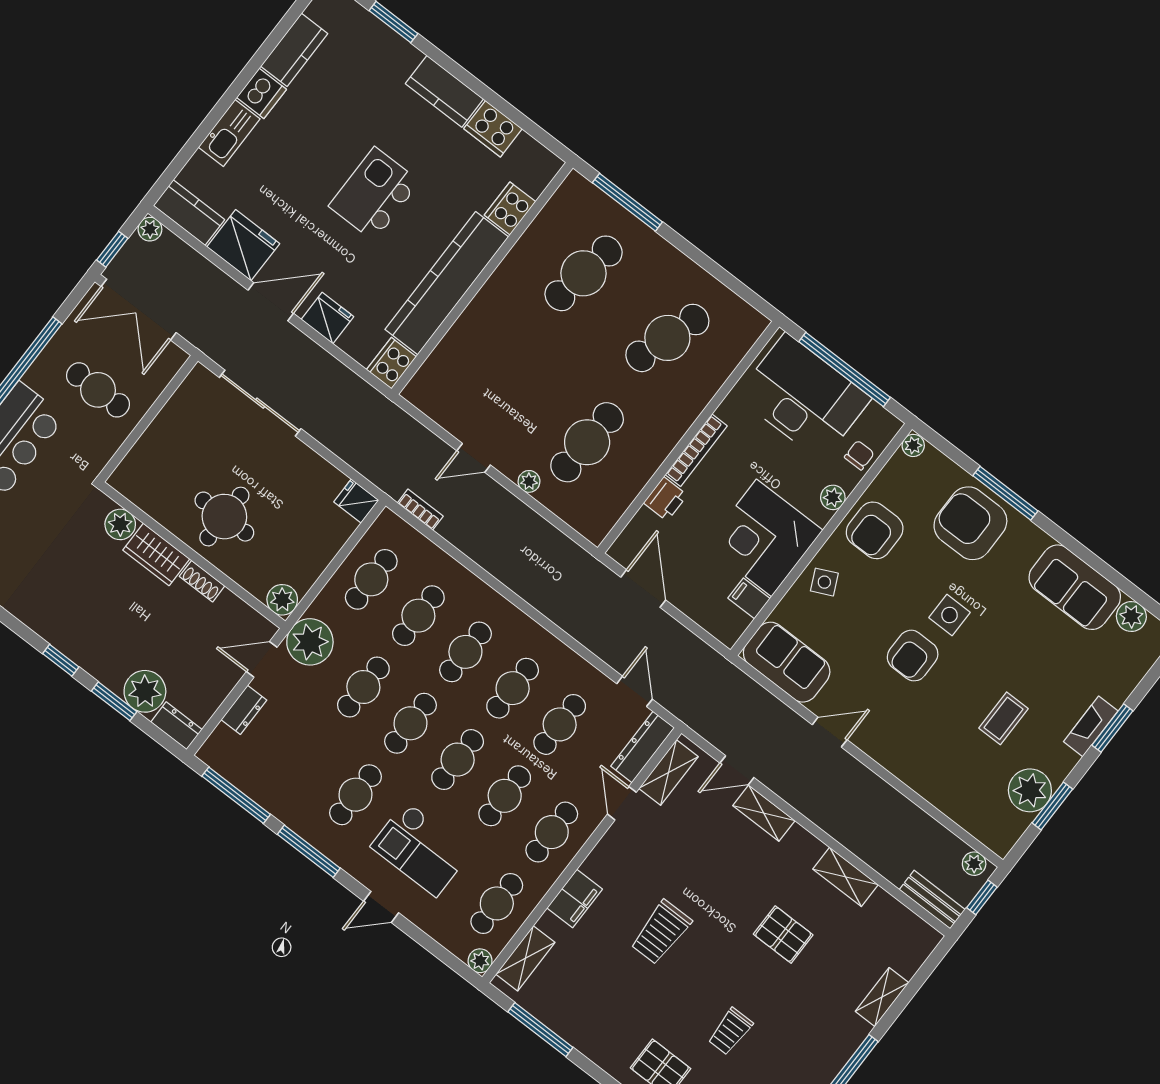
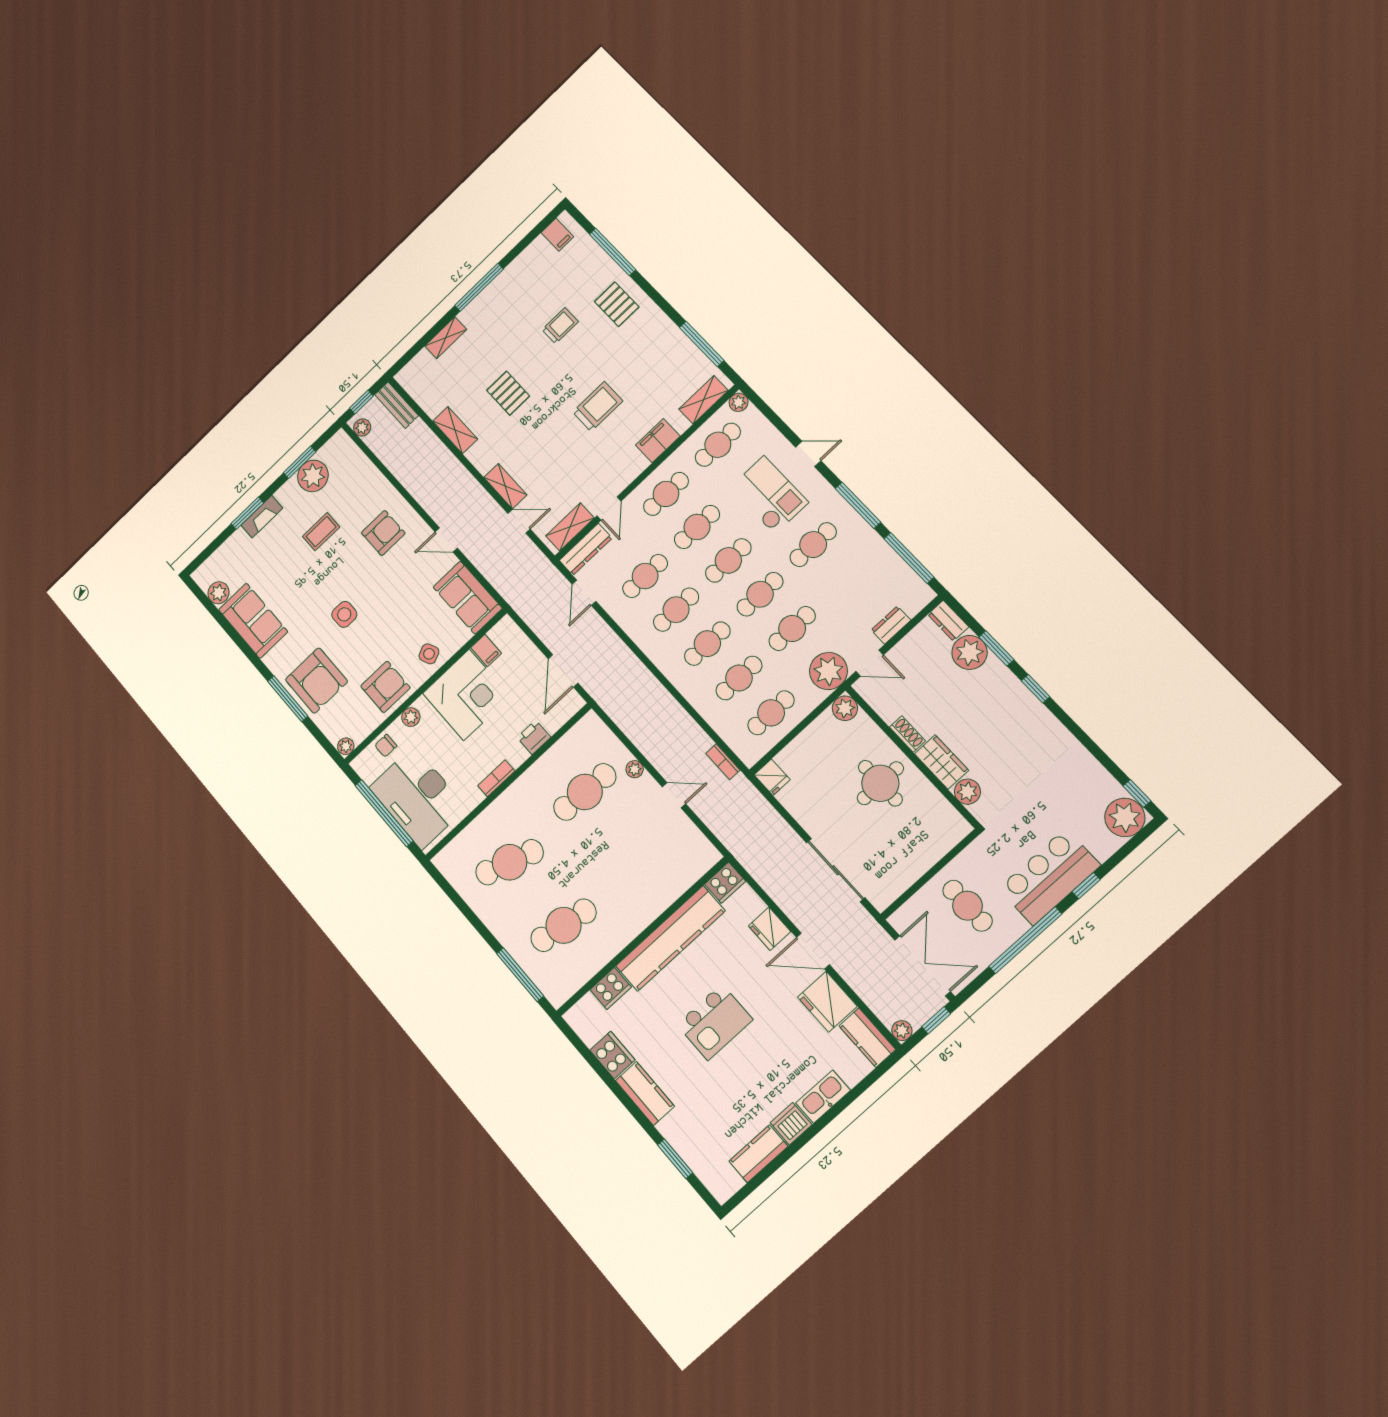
bookcase: (696, 450) -> (496, 778), width x0.64
armchair: (913, 656) -> (383, 533), moved

